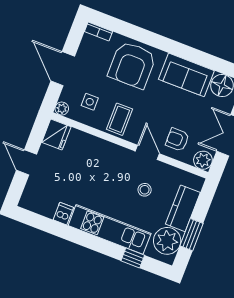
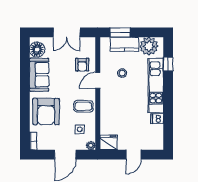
armchair: (132, 65) -> (46, 112), turned 90
plant: (203, 160) -> (89, 43), removed
window: (191, 235) -> (120, 32), moved

